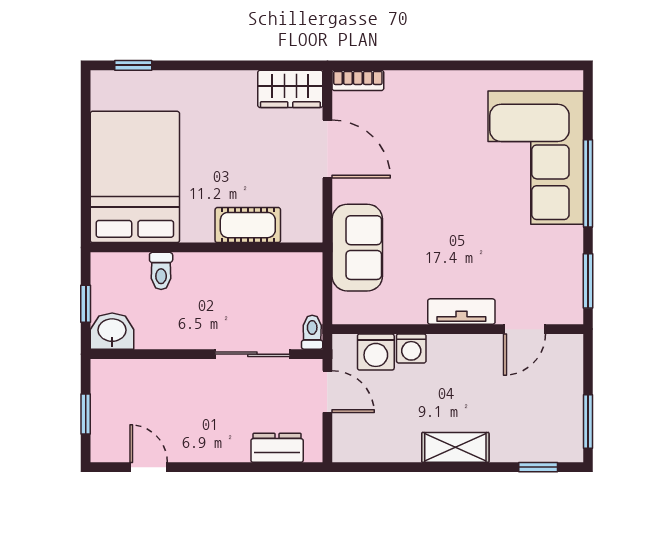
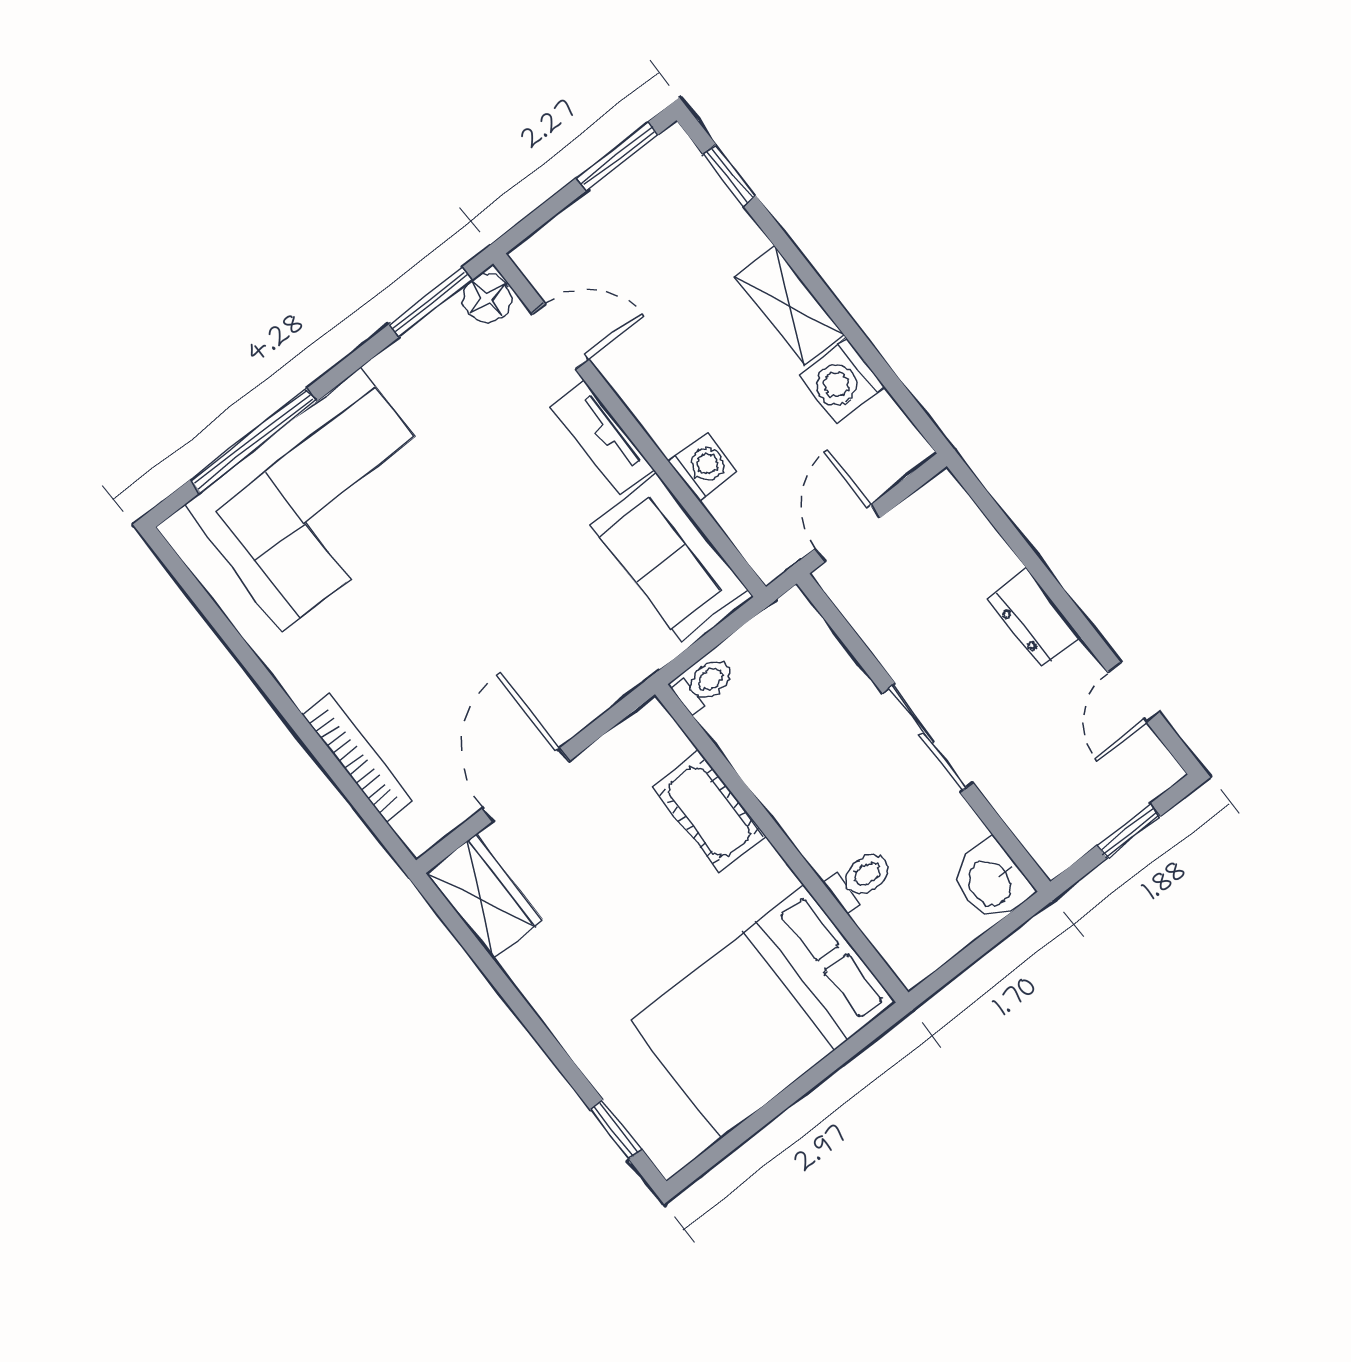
bookcase: (358, 80) -> (358, 758), moved, width x1.56
window: (588, 183) -> (253, 441), moved
sofa: (357, 248) -> (669, 557), moved, turned -90
window: (86, 304) -> (982, 945), removed
floor lamp: (569, 309) -> (487, 298), added
toilet: (312, 332) -> (704, 684), moved, turned 180
washing machine: (376, 352) -> (841, 381), moved, turned 180
sliding door: (252, 354) -> (928, 738), moved
dresser: (277, 448) -> (1034, 618), moved

